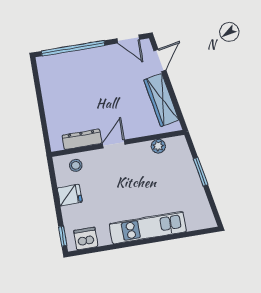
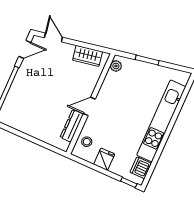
wardrobe: (161, 100) -> (88, 56), width x0.67
door: (114, 144) -> (89, 106), hinge flipped
plant: (158, 146) -> (116, 66), moved
kitchen unit: (148, 228) -> (161, 121), width x1.36

